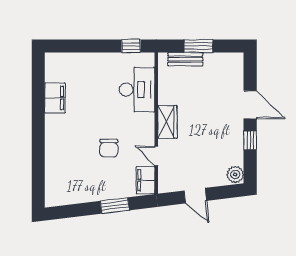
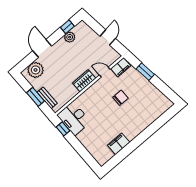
plant: (231, 74) -> (36, 70), added
desk: (137, 90) -> (74, 118), moved, turned -90
window: (250, 140) -> (67, 27), moved
door: (156, 156) -> (105, 72), swing flipped
plant: (235, 174) -> (70, 37), moved

